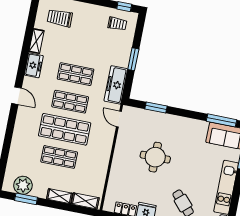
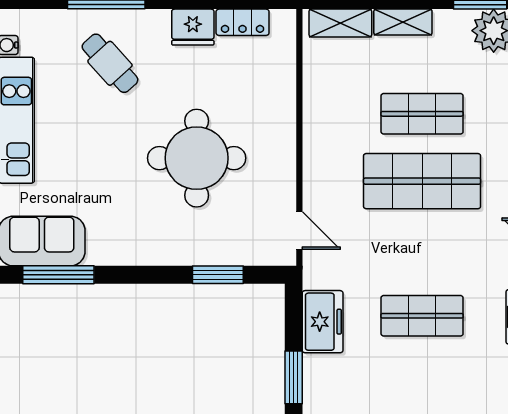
freezer: (116, 85) -> (323, 322), width x0.71
shop shelf: (70, 102) -> (422, 248), removed
round table: (155, 157) -> (197, 158), width x1.36, depth x1.36

